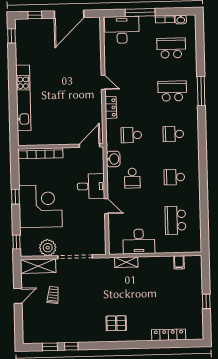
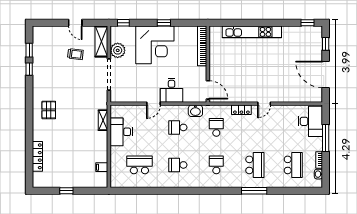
school desk: (174, 177) -> (178, 165), turned -90

